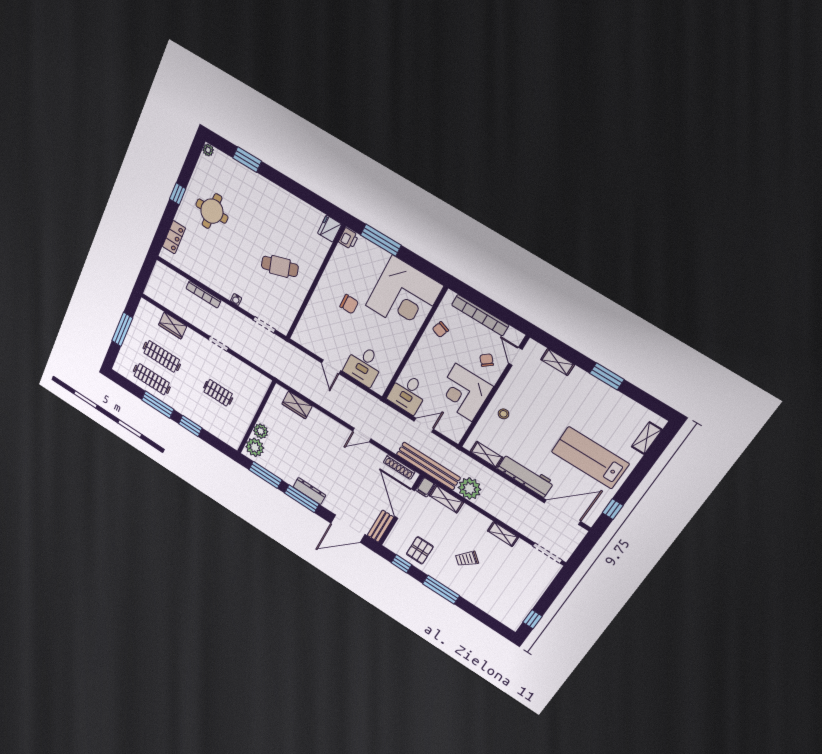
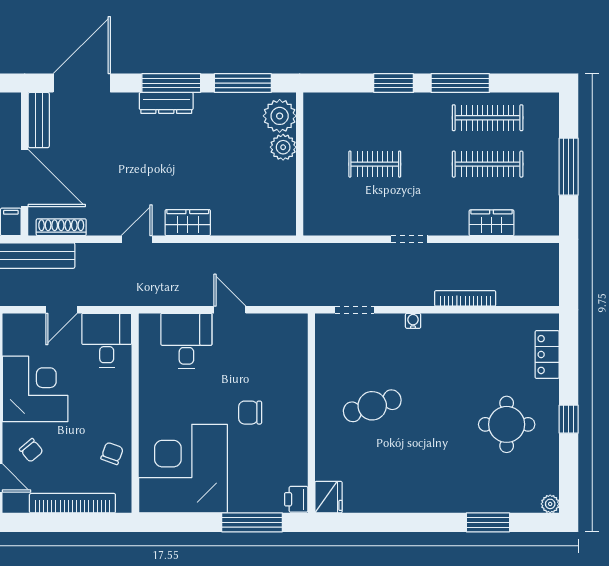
wardrobe: (297, 405) -> (188, 223), moved

